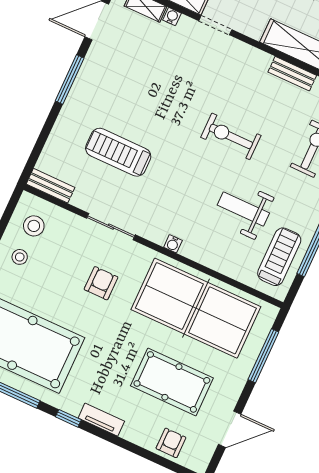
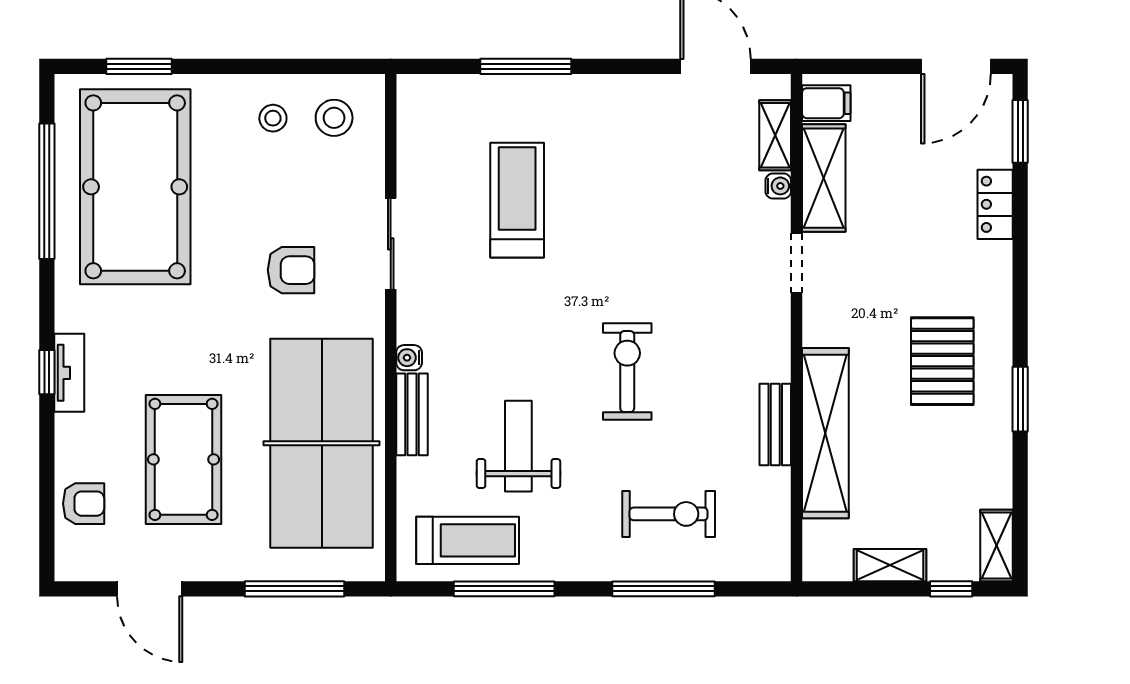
window: (70, 79) -> (526, 66), moved
bench: (51, 186) -> (412, 414), moved
window: (68, 418) -> (47, 372), moved

